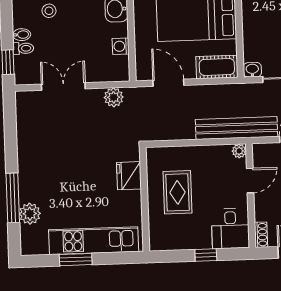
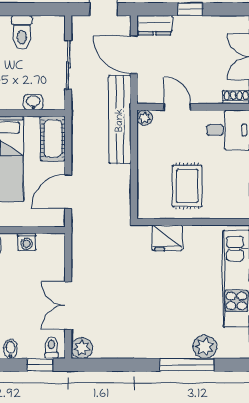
toilet: (23, 48) -> (51, 348), moved
washbasin: (252, 70) -> (33, 102), moved, turned 90
plant: (114, 97) -> (82, 348), moved
rug: (178, 192) -> (187, 186), turned 90

